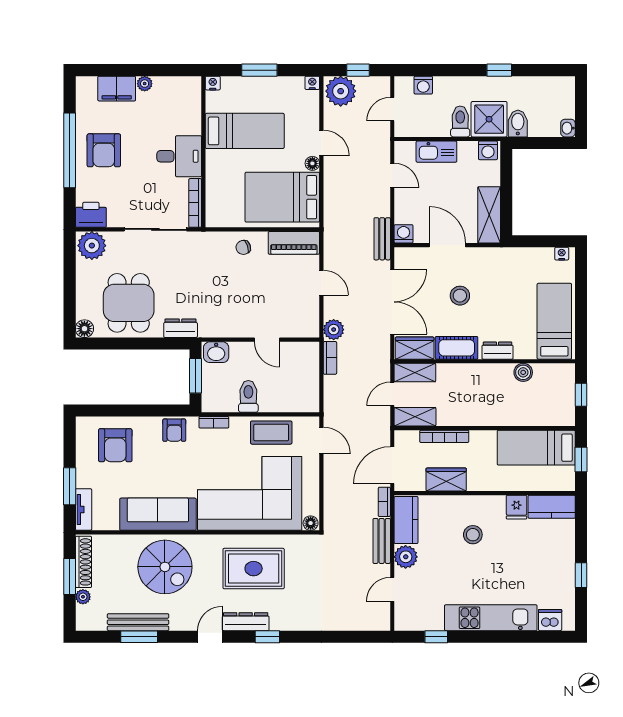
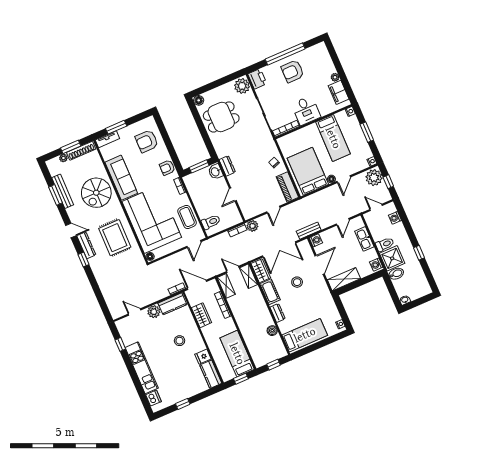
filing cabinet: (117, 89) -> (339, 92), moved
dresser: (181, 328) -> (227, 166), moved
toilet: (248, 396) -> (211, 222), moved
bench: (382, 541) -> (157, 296), removed

